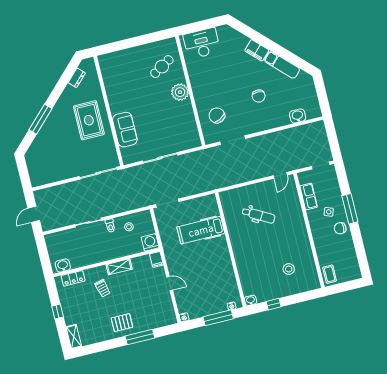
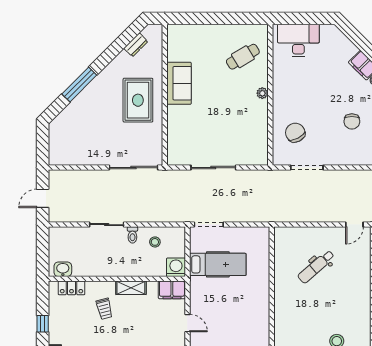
plant: (180, 92) -> (262, 93), width x0.53, depth x0.53
sofa: (125, 130) -> (179, 83), moved
dental chair: (259, 215) -> (316, 267), turned 110
hospital bed: (201, 230) -> (218, 264), moved, turned 180
filing cabinet: (156, 259) -> (172, 290), width x2.00

